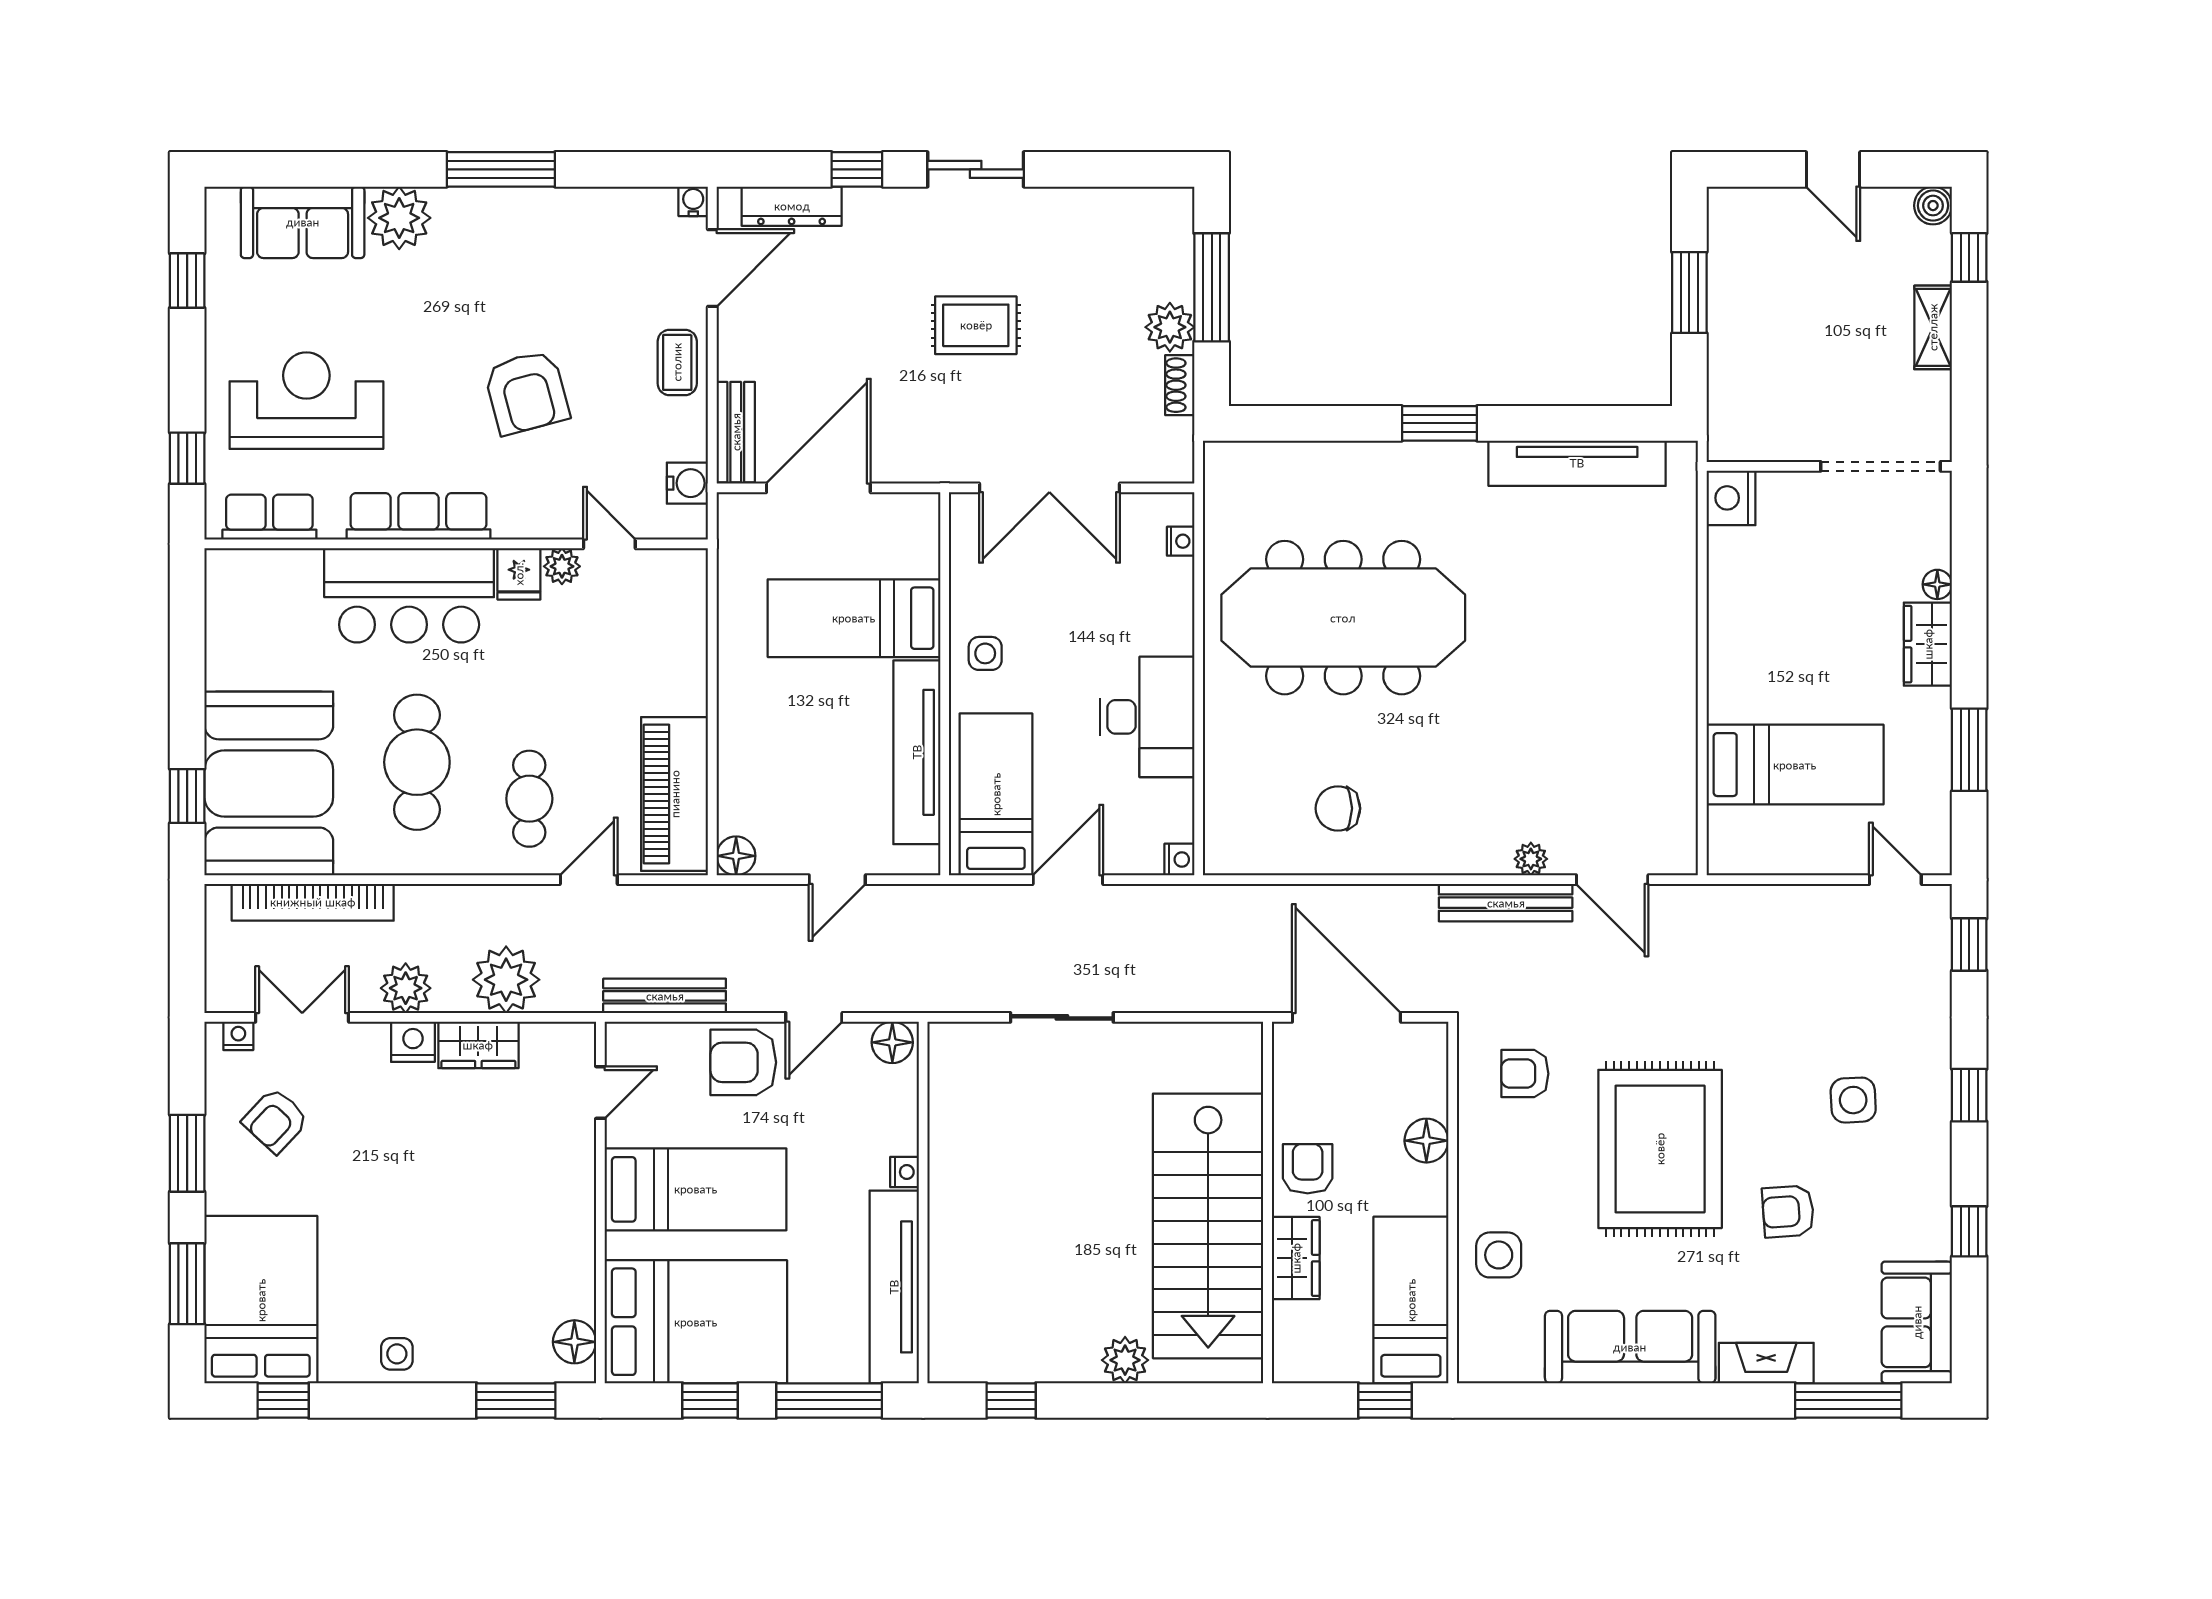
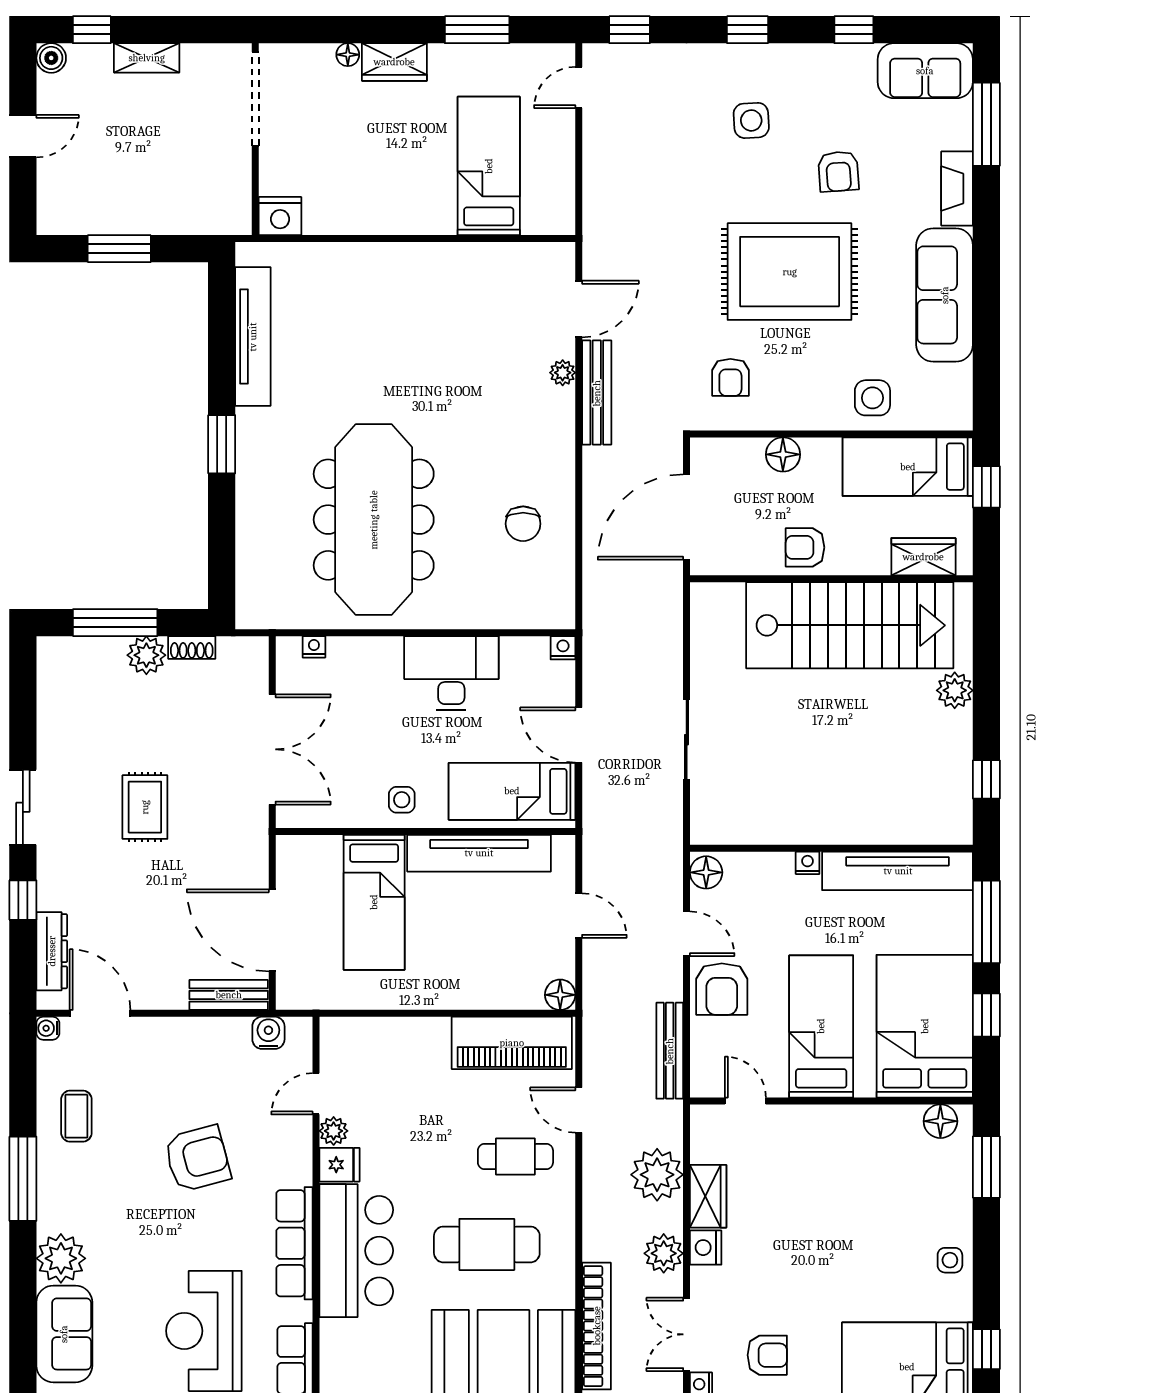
coffee table: (677, 362) -> (76, 1116), moved, turned 90
armchair: (275, 1121) -> (767, 1355), turned -43
wardrobe: (1296, 1258) -> (923, 557), moved

